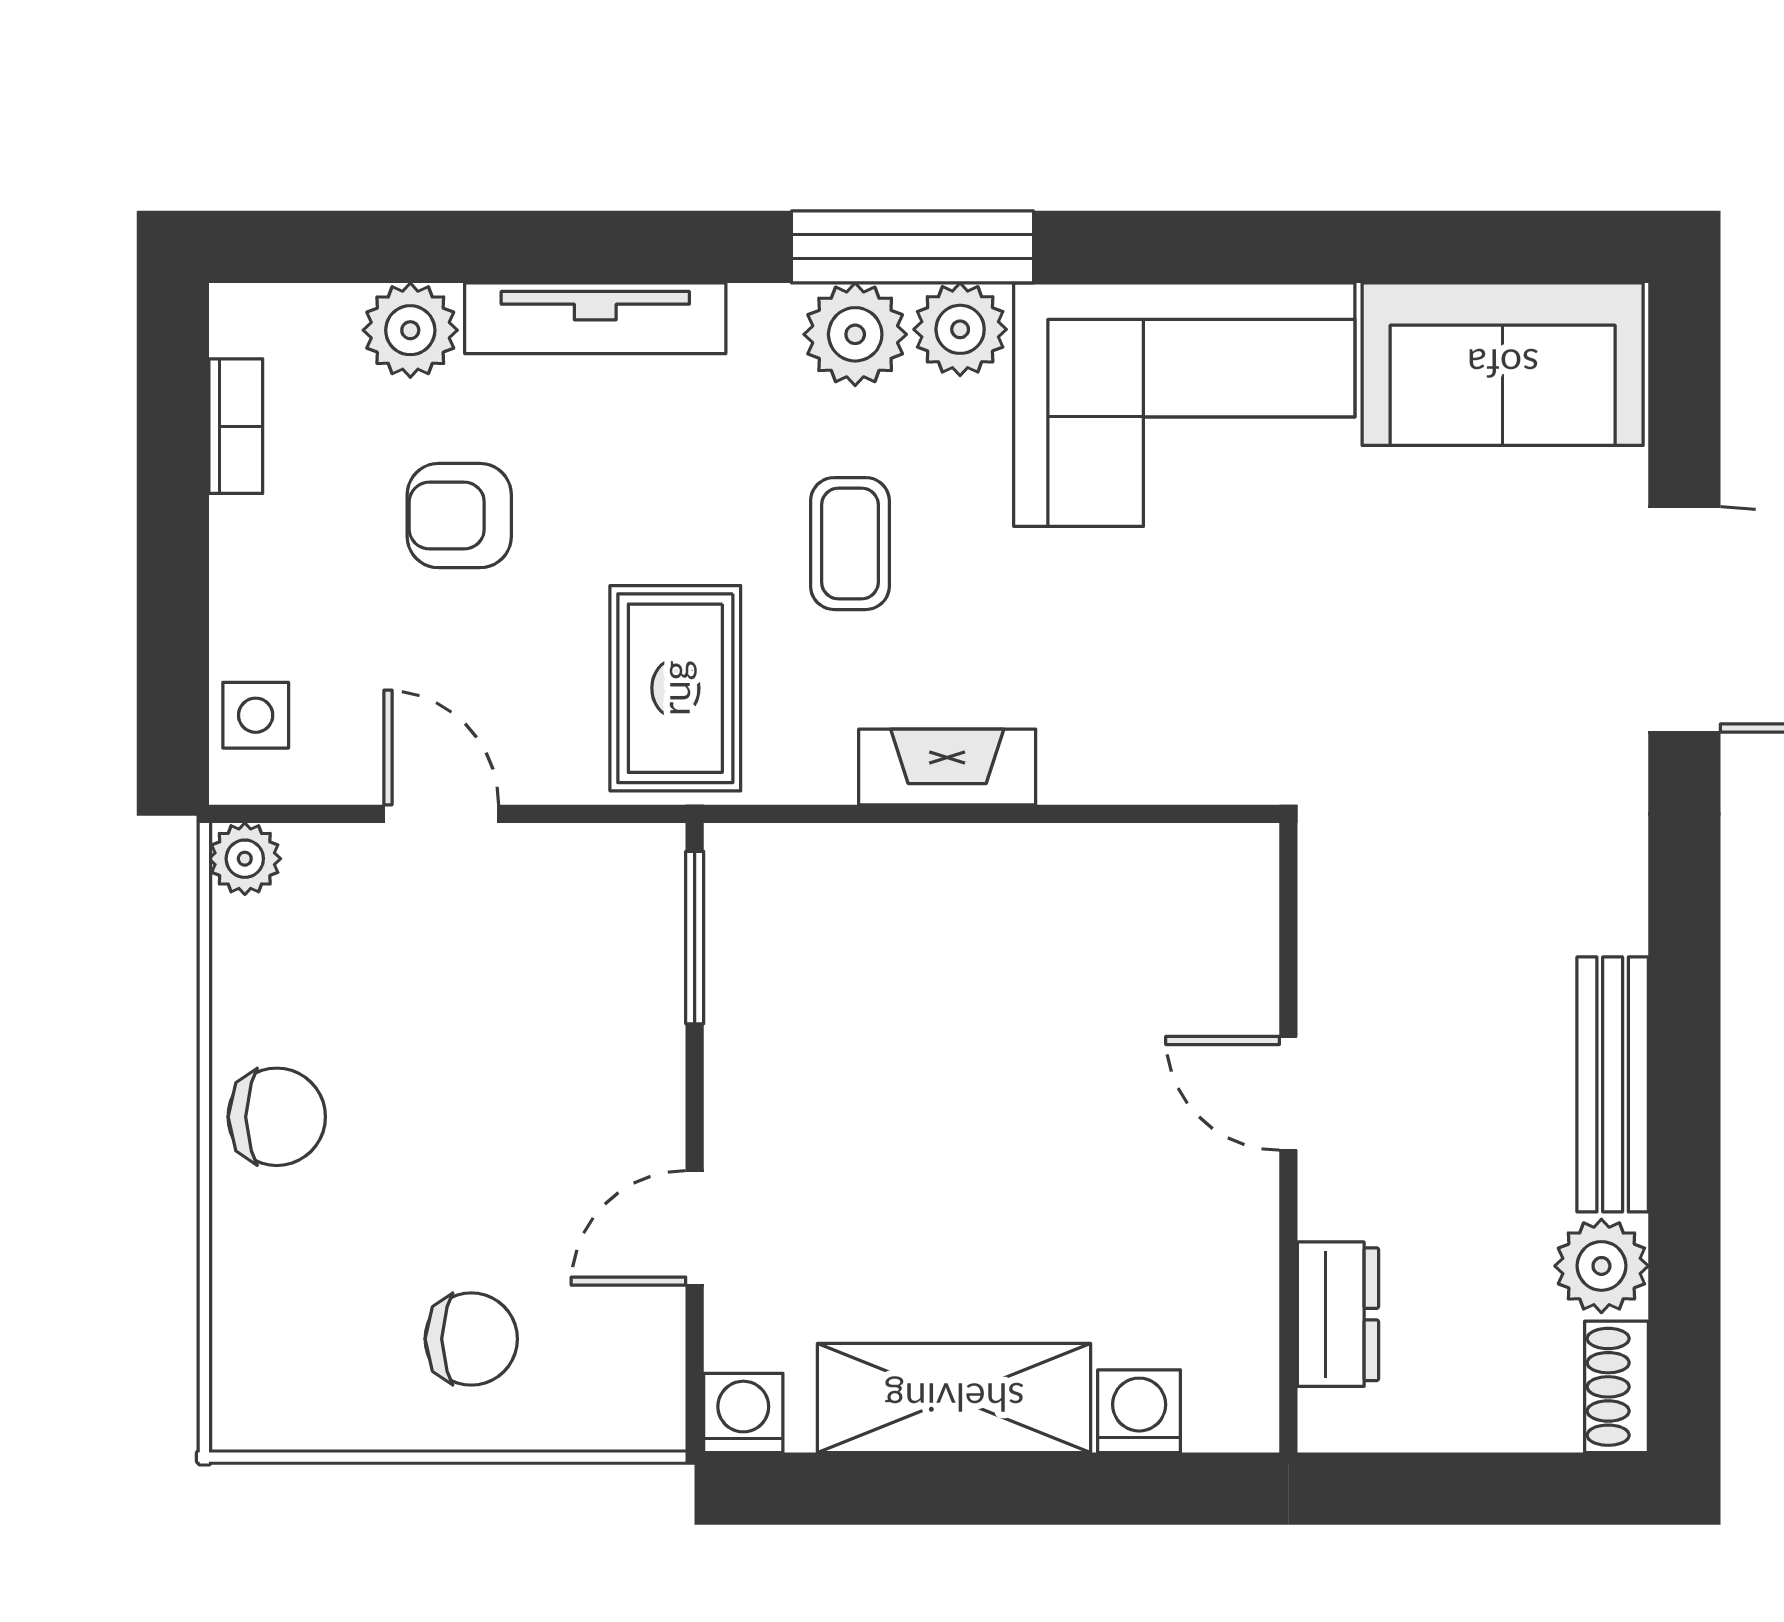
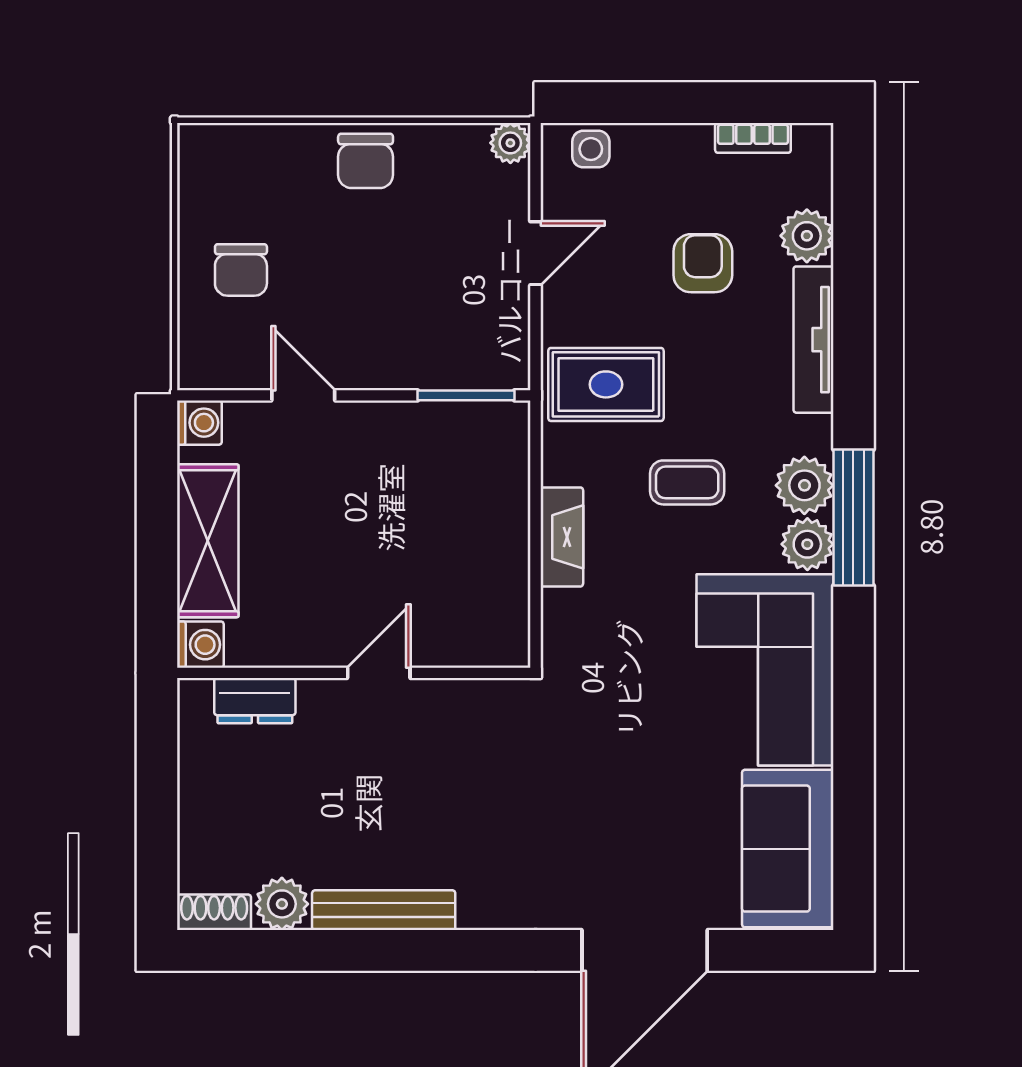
door: (1288, 1093) -> (379, 673), moved
wall: (1288, 1138) -> (354, 673), moved
dresser: (1338, 1314) -> (255, 701), moved

